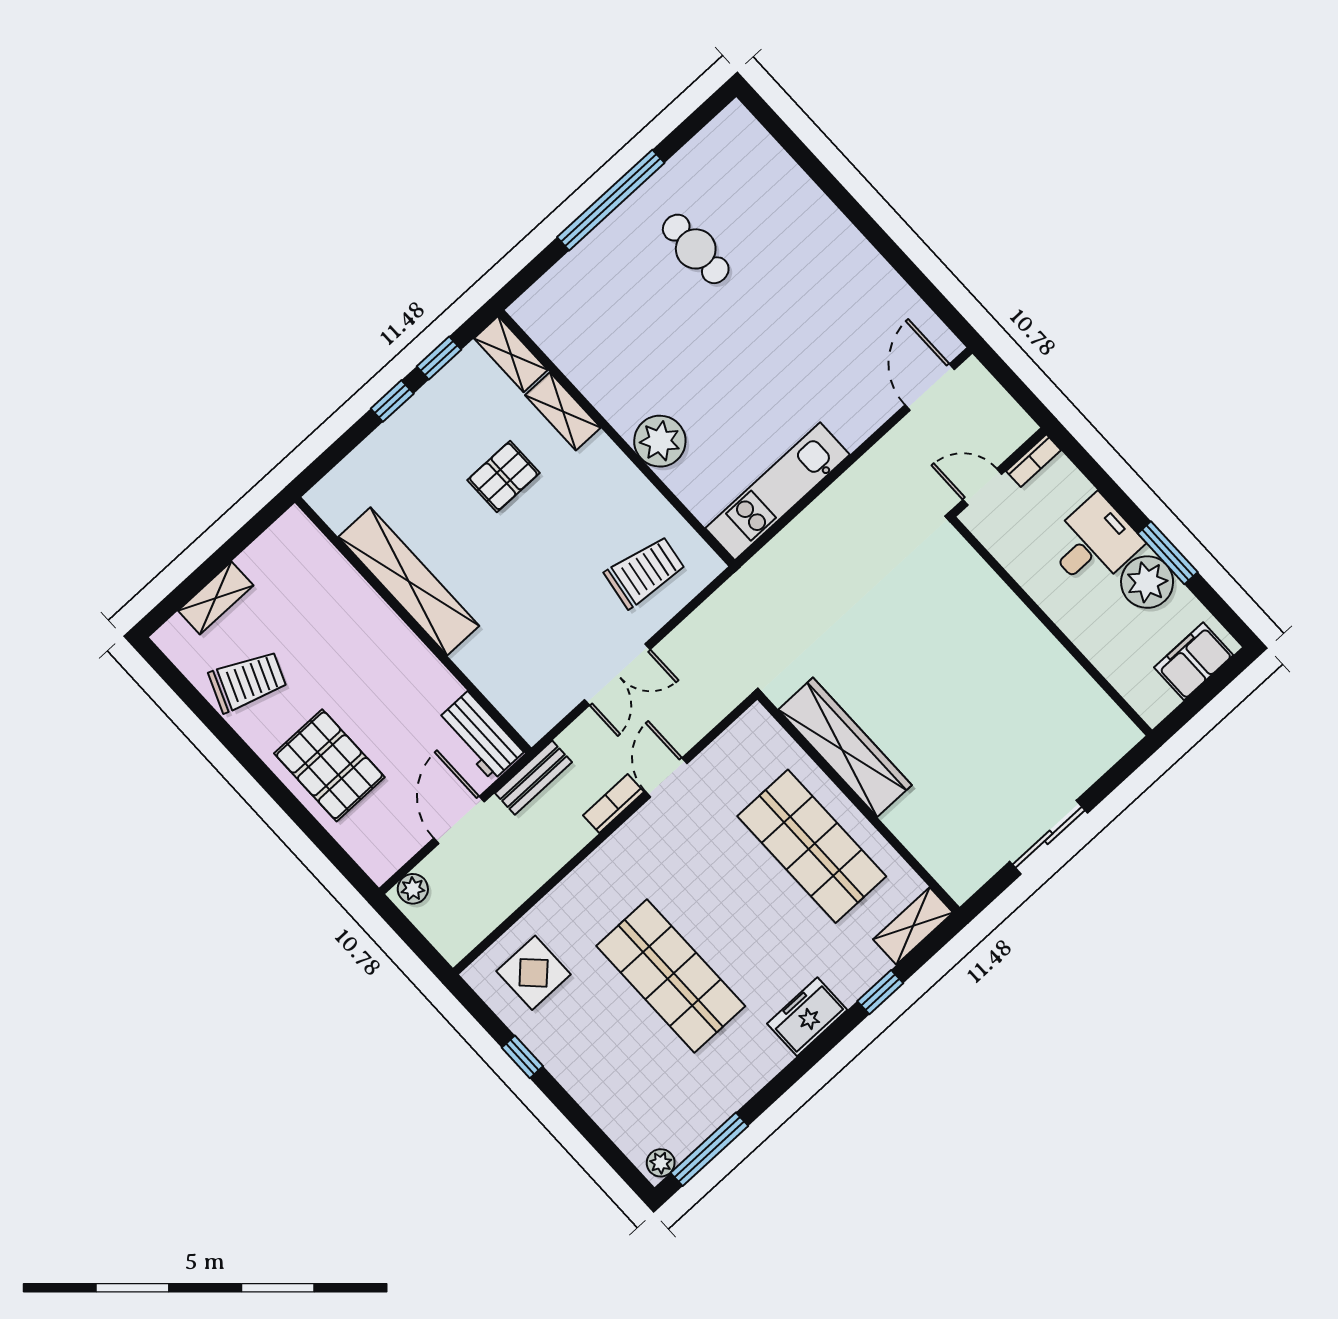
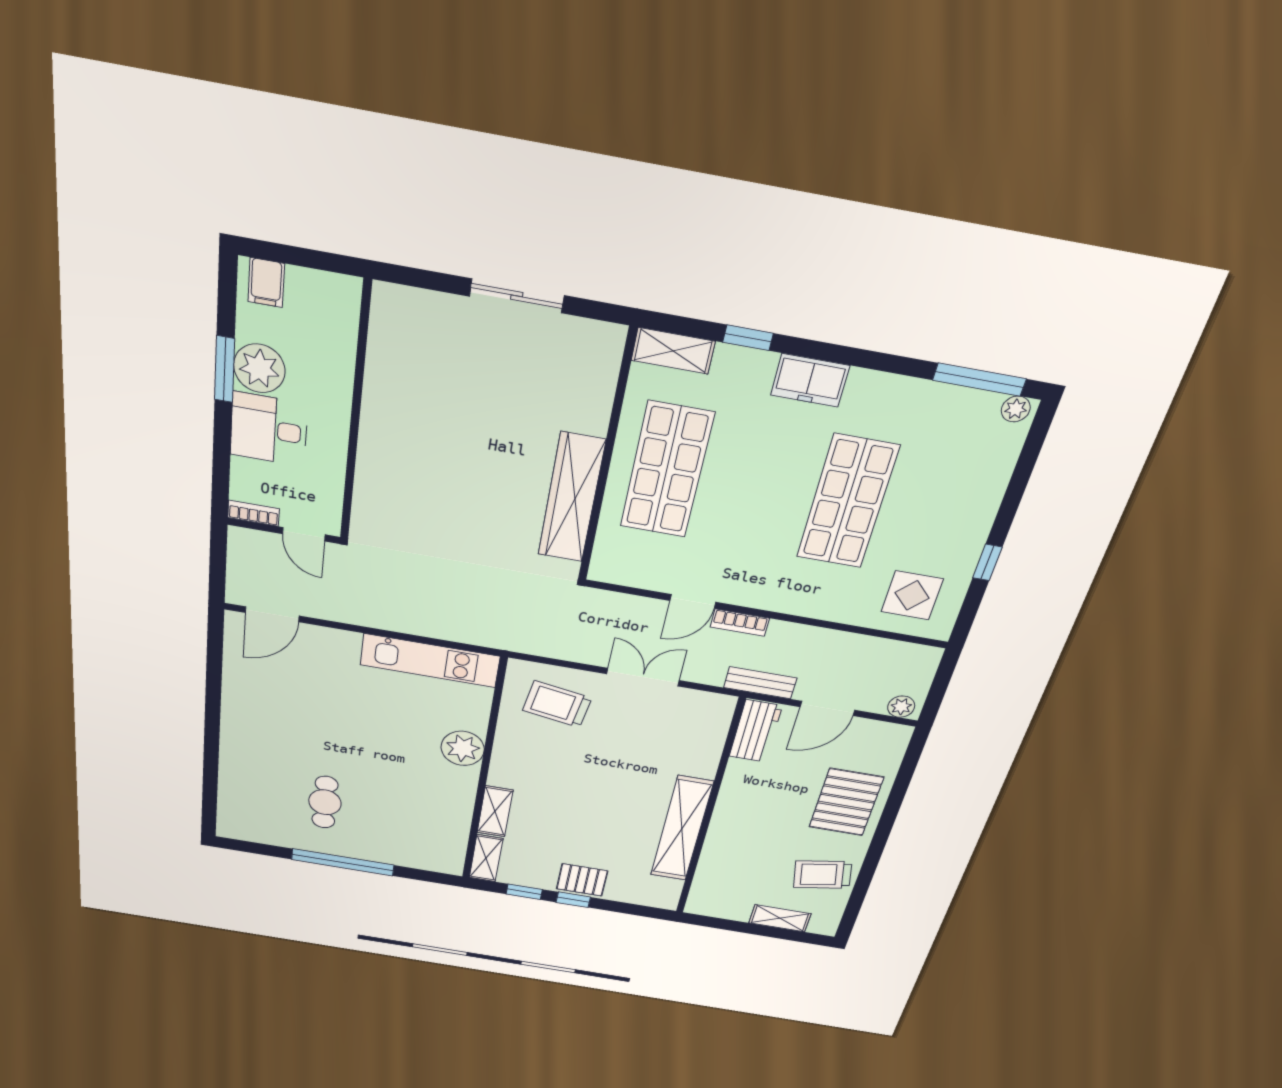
pallet: (503, 476) -> (582, 880), moved
filing cabinet: (1194, 661) -> (266, 283), width x0.50
trolley: (248, 681) -> (823, 875), turned -33

